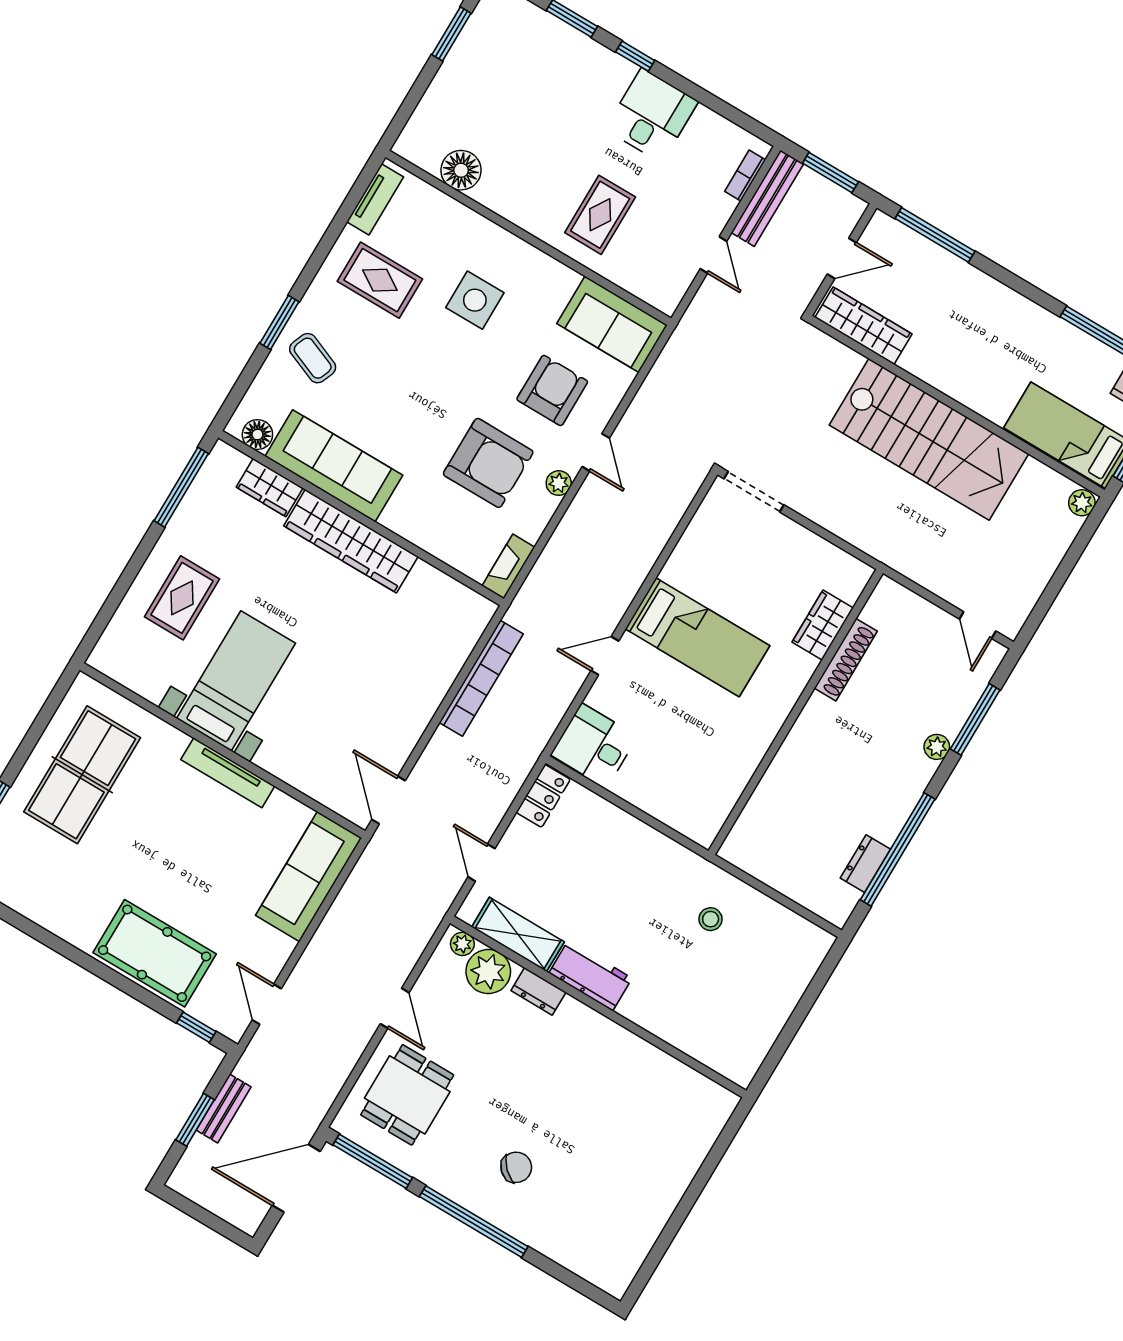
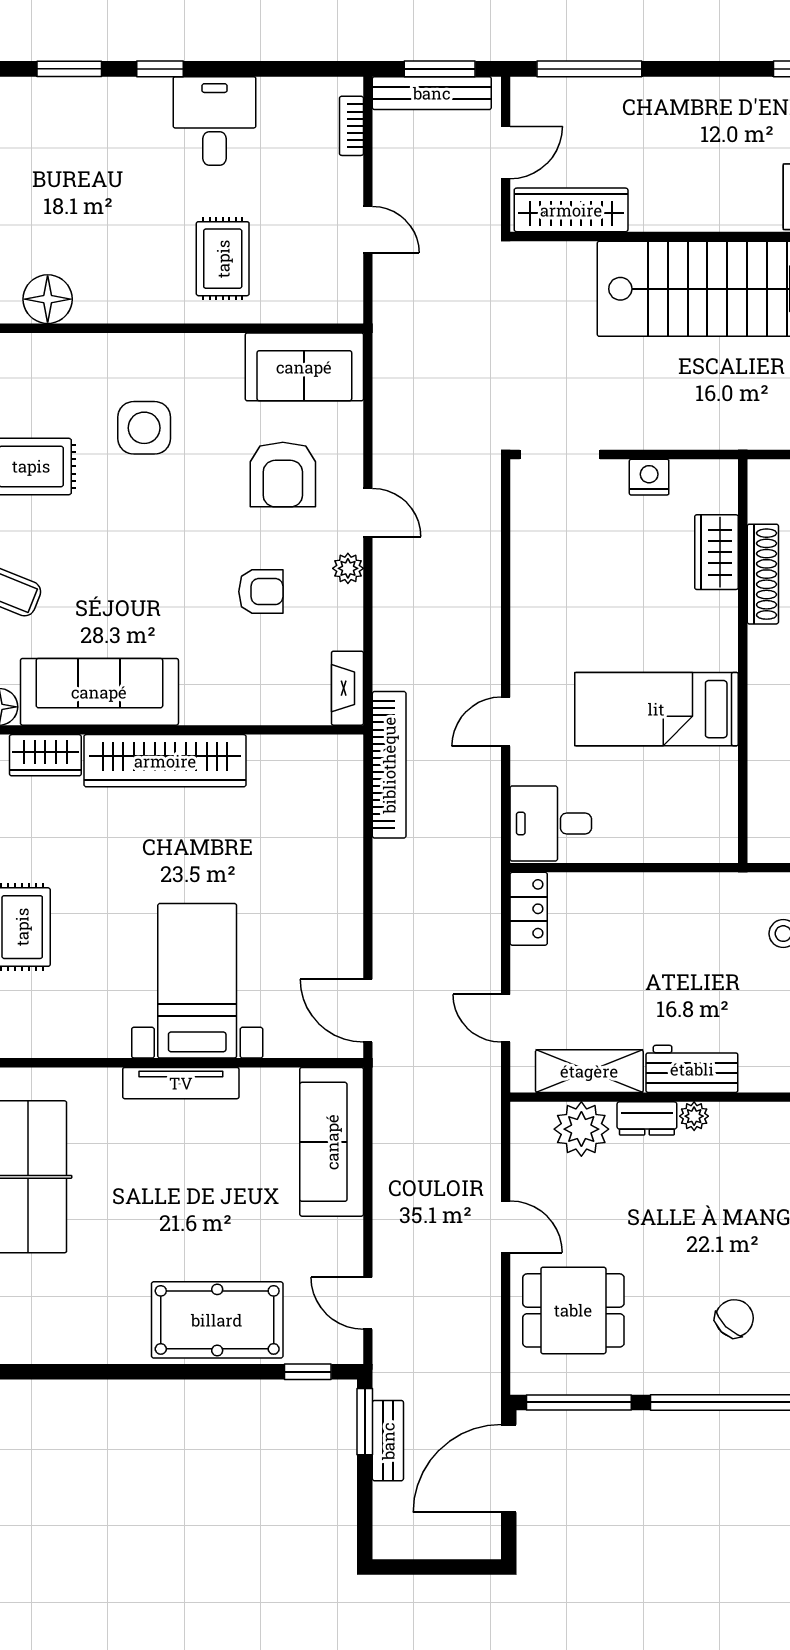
bench: (767, 198) -> (432, 93), moved, turned 90
armchair: (552, 390) -> (283, 475), turned 180
armchair: (488, 463) -> (261, 592), width x0.53, depth x0.53
nightstand: (807, 545) -> (649, 477), added
bed: (697, 637) -> (656, 709), moved, turned 180
bookcase: (481, 678) -> (389, 765), moved
bed with nightstands: (236, 681) -> (197, 981), moved
plant: (462, 944) -> (694, 1116), moved
dining table: (407, 1095) -> (573, 1310), turned 90
window: (195, 1120) -> (365, 1422), moved

